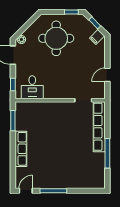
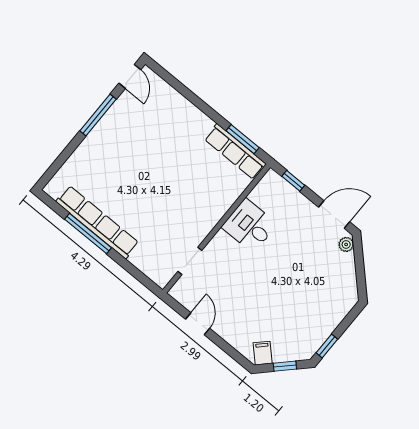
round table: (56, 38) -> (308, 294), removed
desk: (32, 87) -> (249, 226), moved
row of seats: (99, 127) -> (97, 222), moved
row of seats: (21, 149) -> (235, 152), moved

